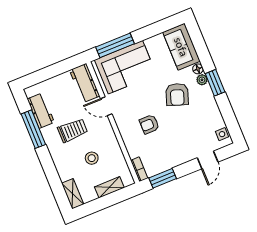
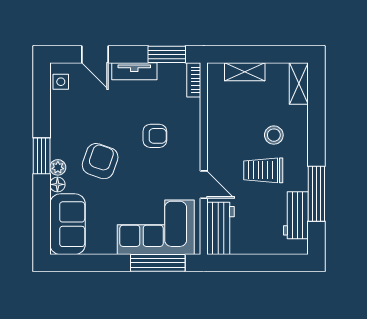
stool: (92, 158) -> (274, 135), moved
tv unit: (179, 159) -> (134, 71), added
door: (208, 160) -> (95, 54), swing flipped

